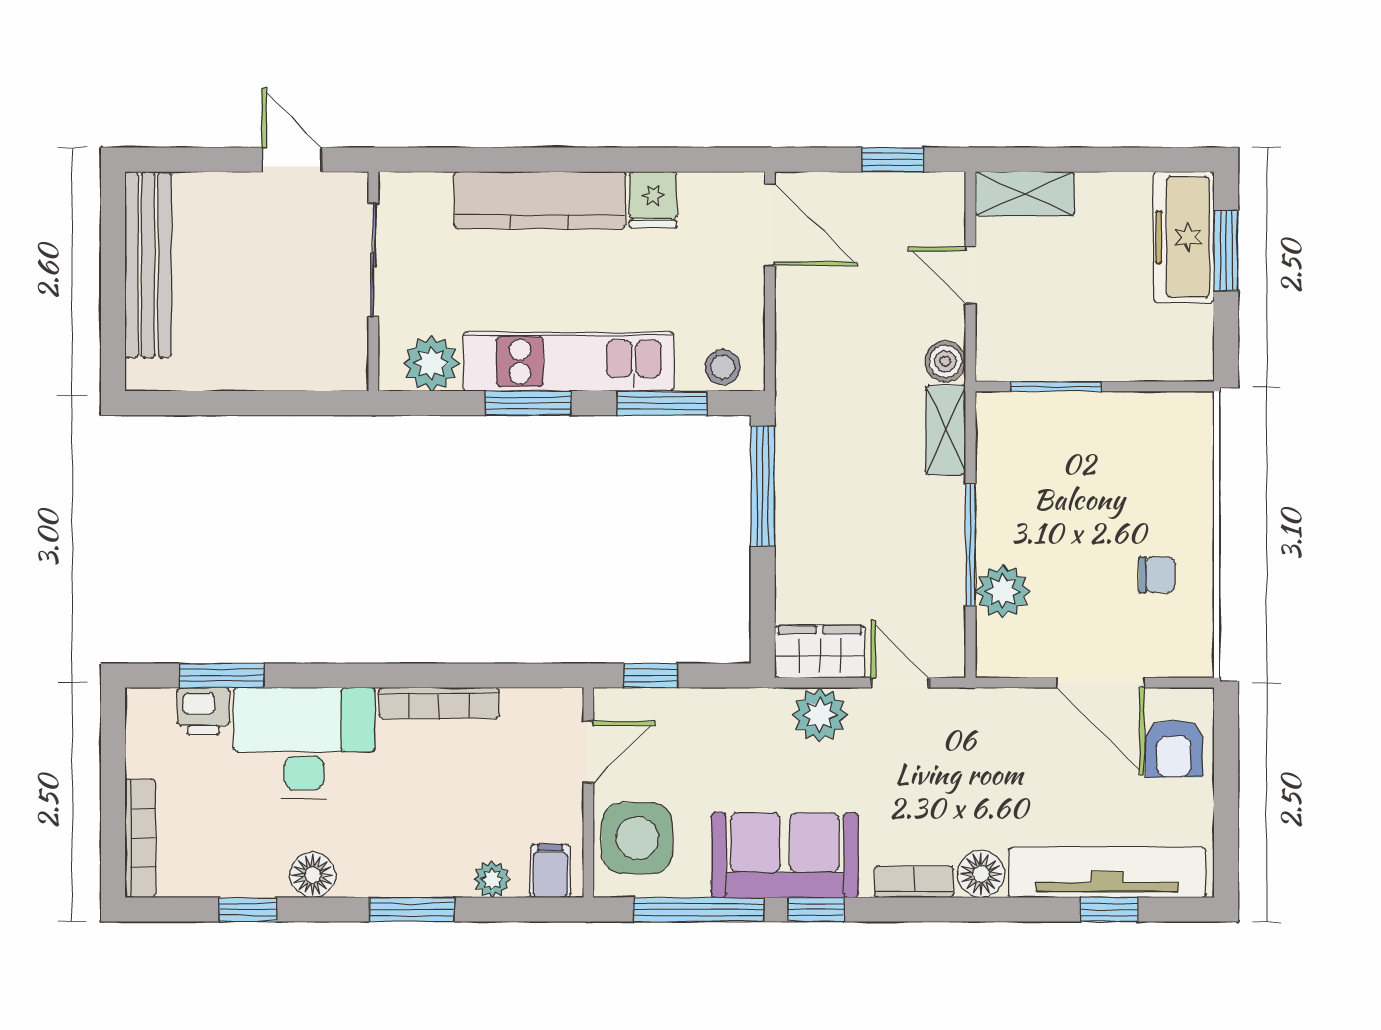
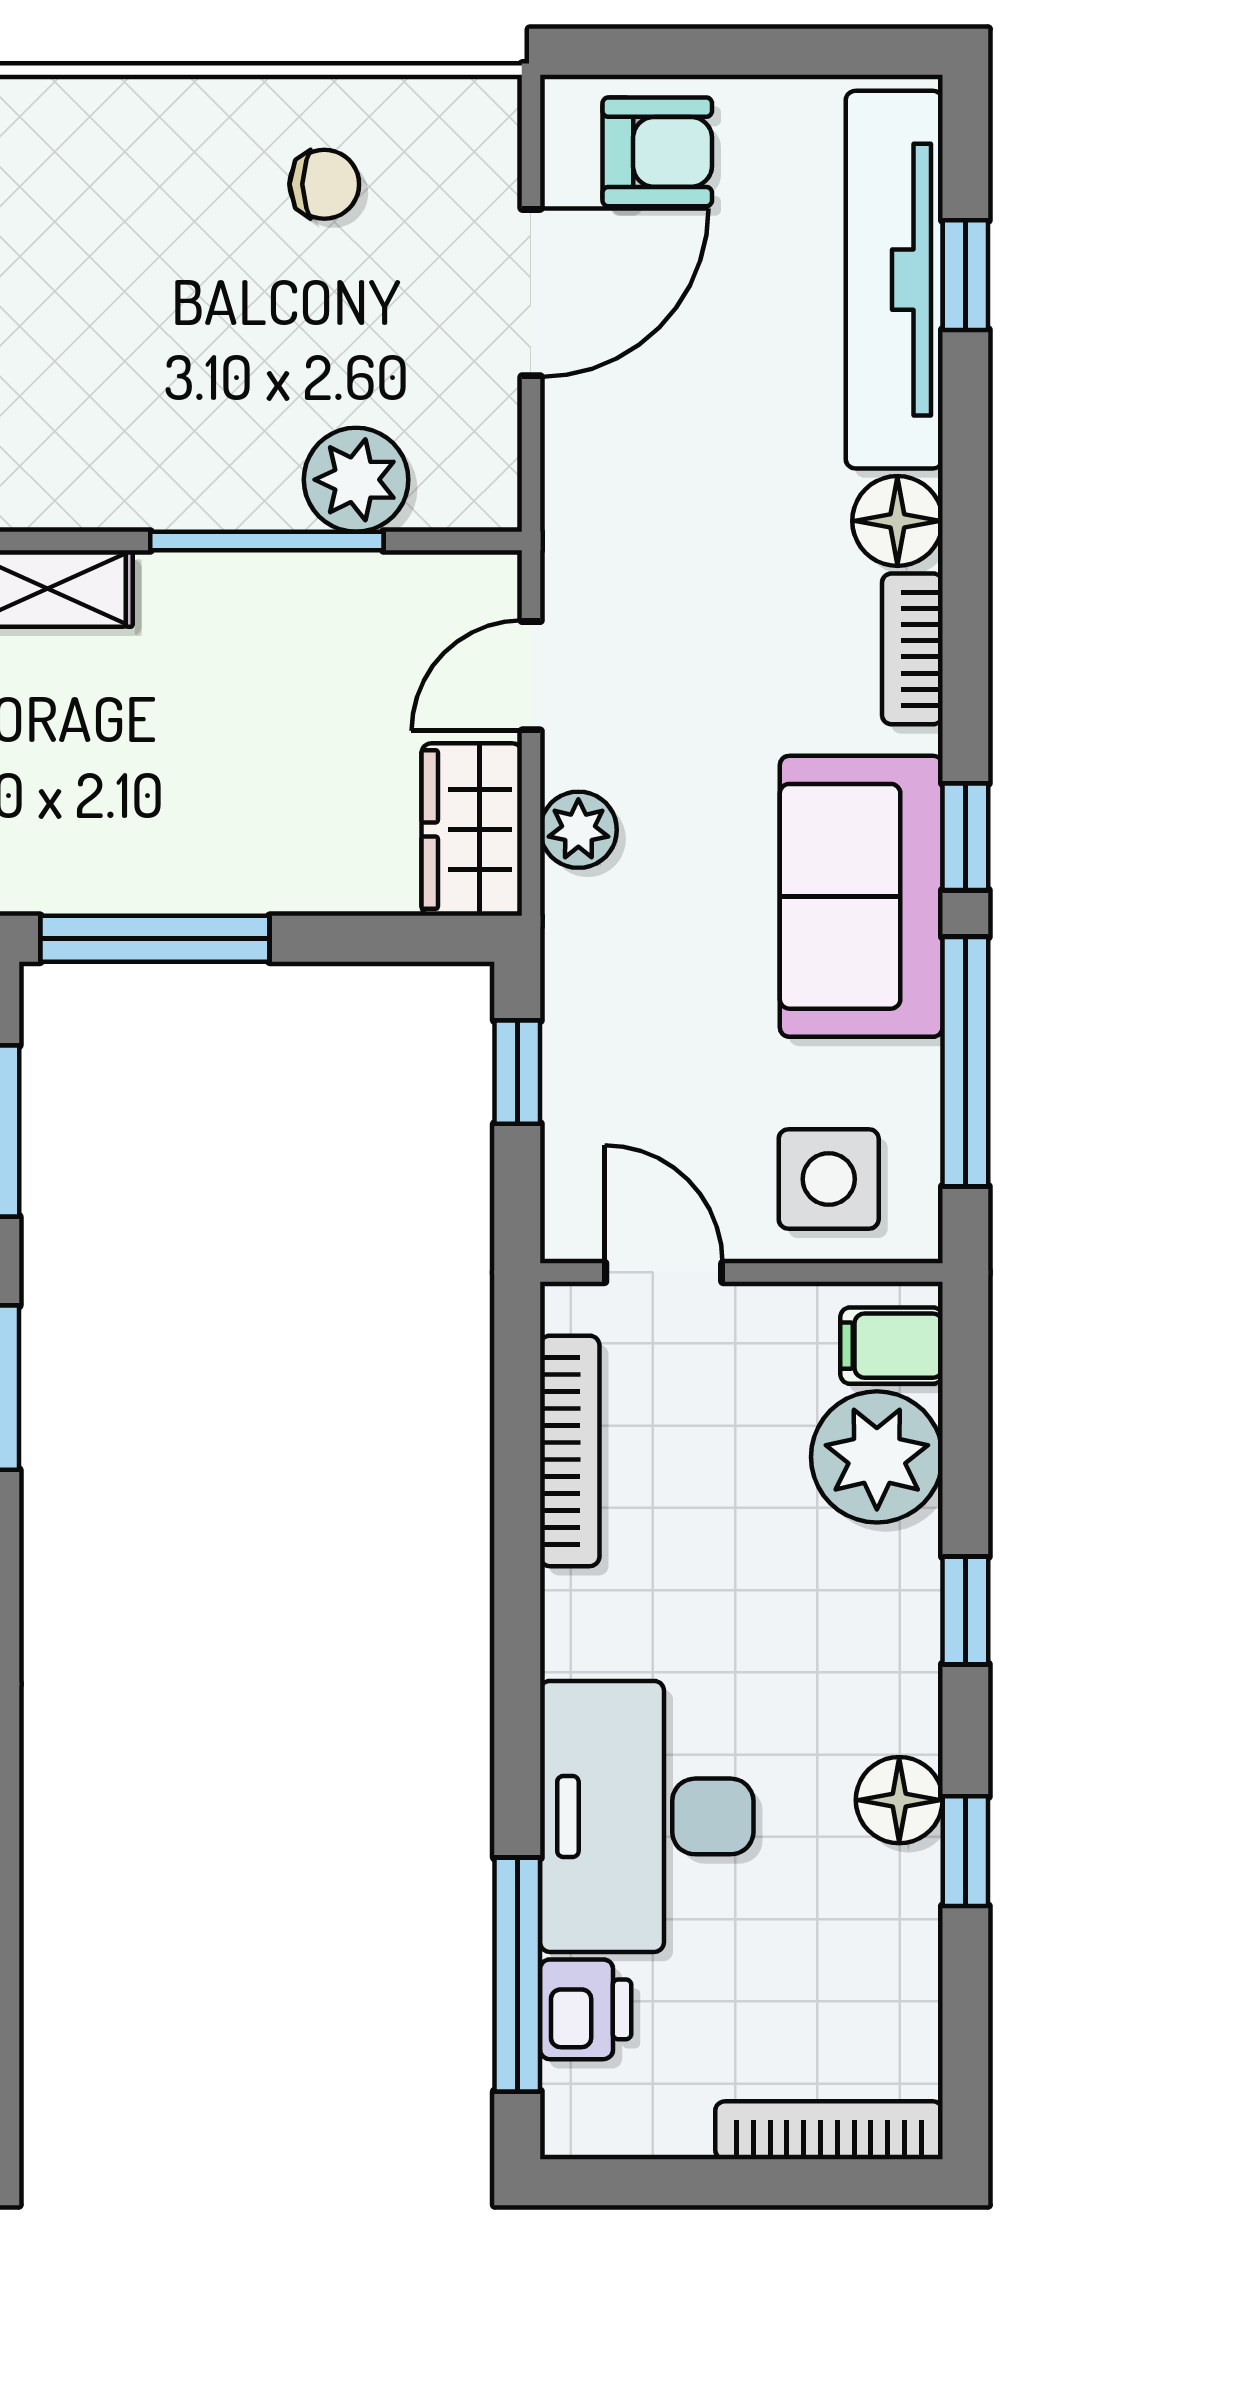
chair: (1157, 575) -> (324, 184), turned 90
window: (222, 675) -> (517, 1975), width x1.44
window: (651, 675) -> (517, 1072), moved
bookcase: (439, 703) -> (570, 1451), moved
plant: (820, 715) -> (578, 830), width x0.73, depth x0.73
side table: (637, 838) -> (829, 1179), width x0.73, depth x0.73
plant: (492, 879) -> (877, 1457), width x1.87, depth x1.87
window: (248, 910) -> (965, 1851), moved
window: (412, 910) -> (965, 1610), width x0.67

